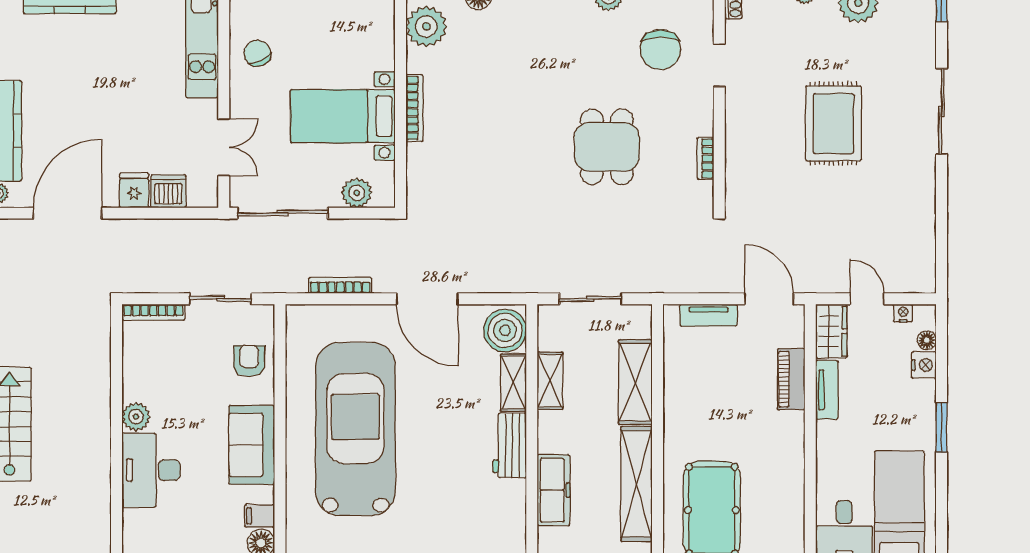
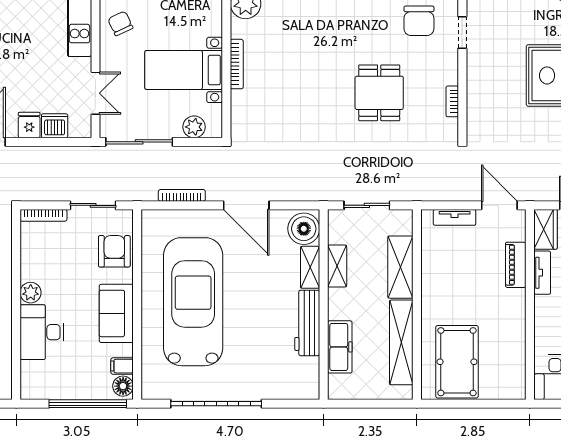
armchair: (249, 361) -> (114, 251), width x1.38, depth x1.38
workbench: (510, 446) -> (307, 323), width x1.38

